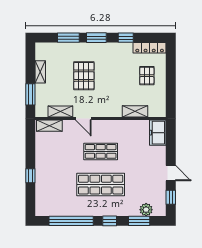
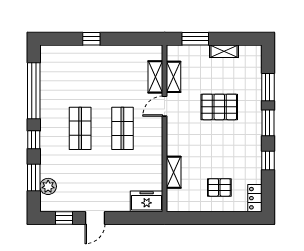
locker: (150, 48) -> (255, 198), width x0.66
shelving: (49, 126) -> (155, 77), moved
shop shelf: (101, 185) -> (80, 128), width x0.70, depth x0.74

